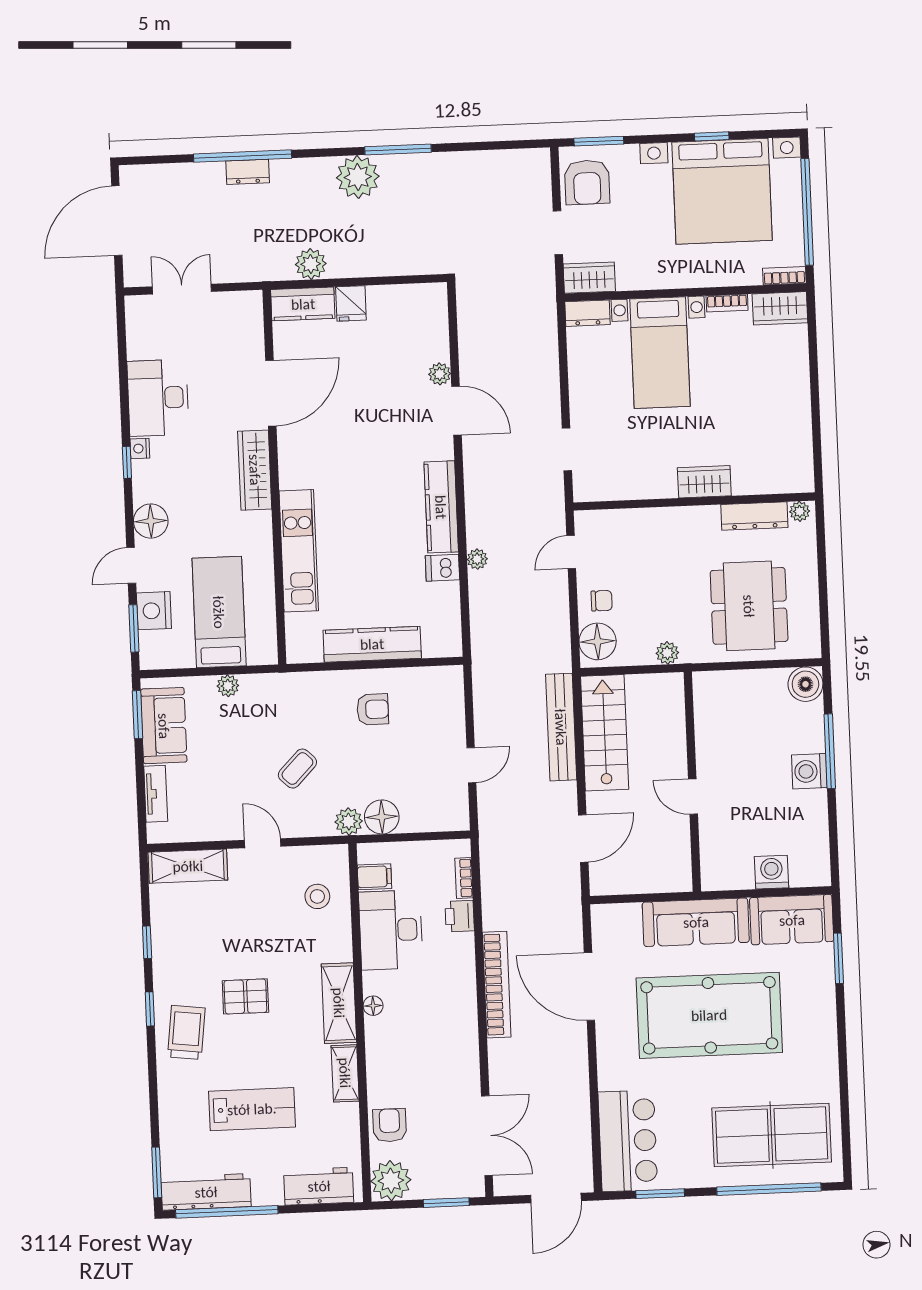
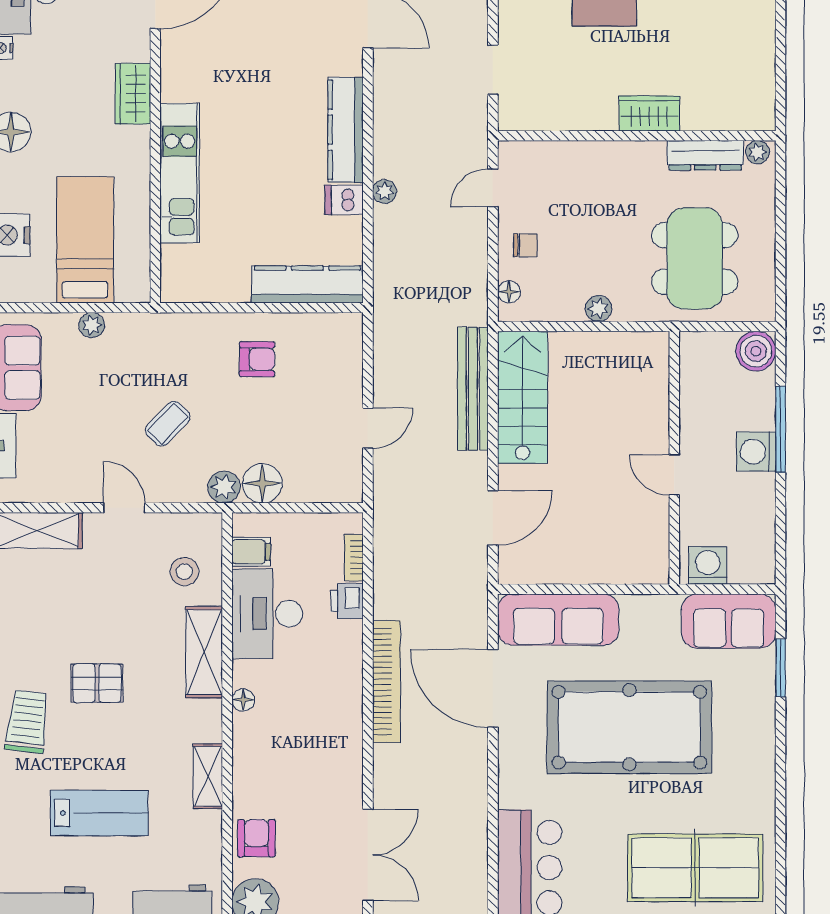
wardrobe: (255, 470) -> (133, 94), width x0.67
floor lamp: (598, 641) -> (509, 292), width x0.53, depth x0.53
kitchen counter: (372, 644) -> (307, 284), moved
wall: (692, 782) -> (674, 458), moved
door: (693, 797) -> (674, 475), moved
sofa: (696, 922) -> (558, 620), moved
shelving: (339, 1003) -> (204, 652), moved

